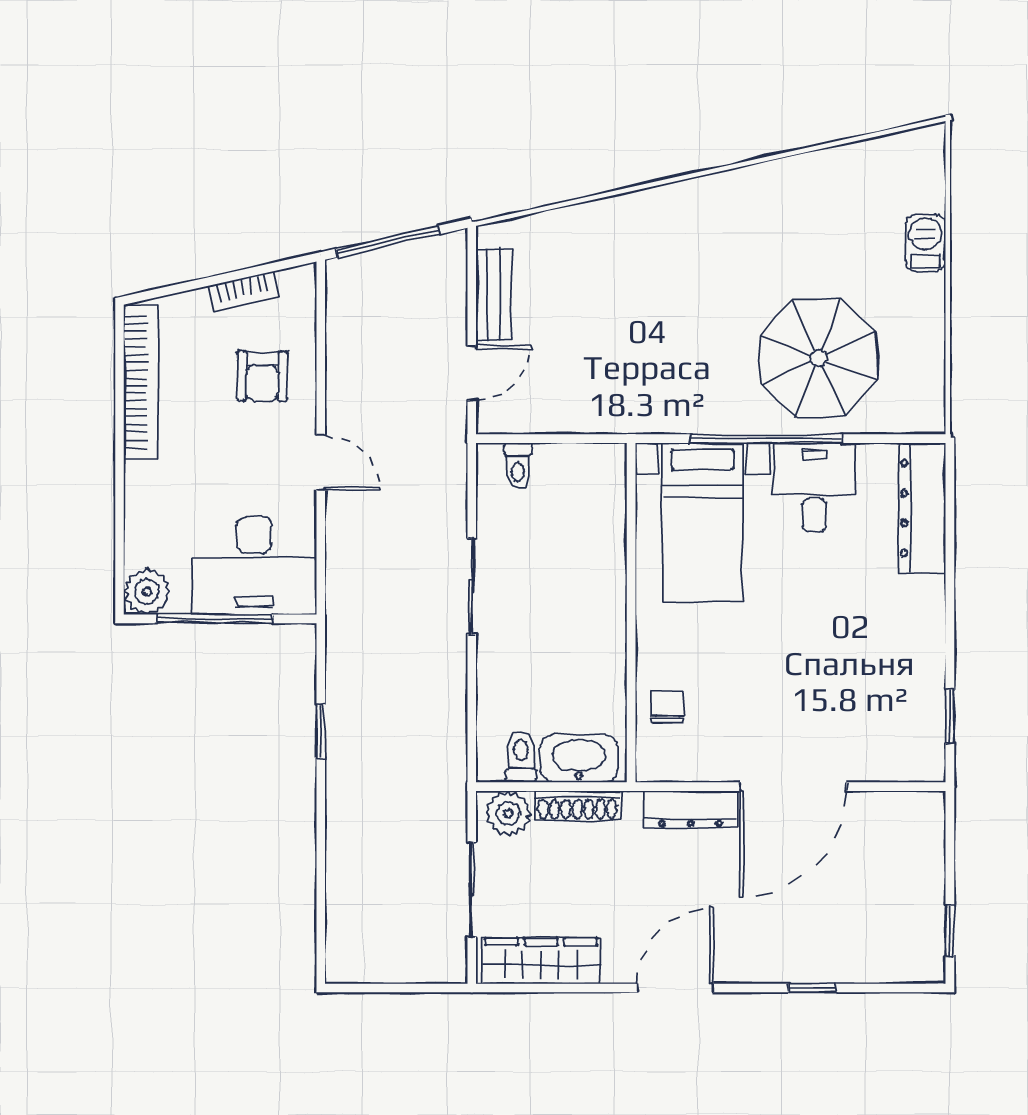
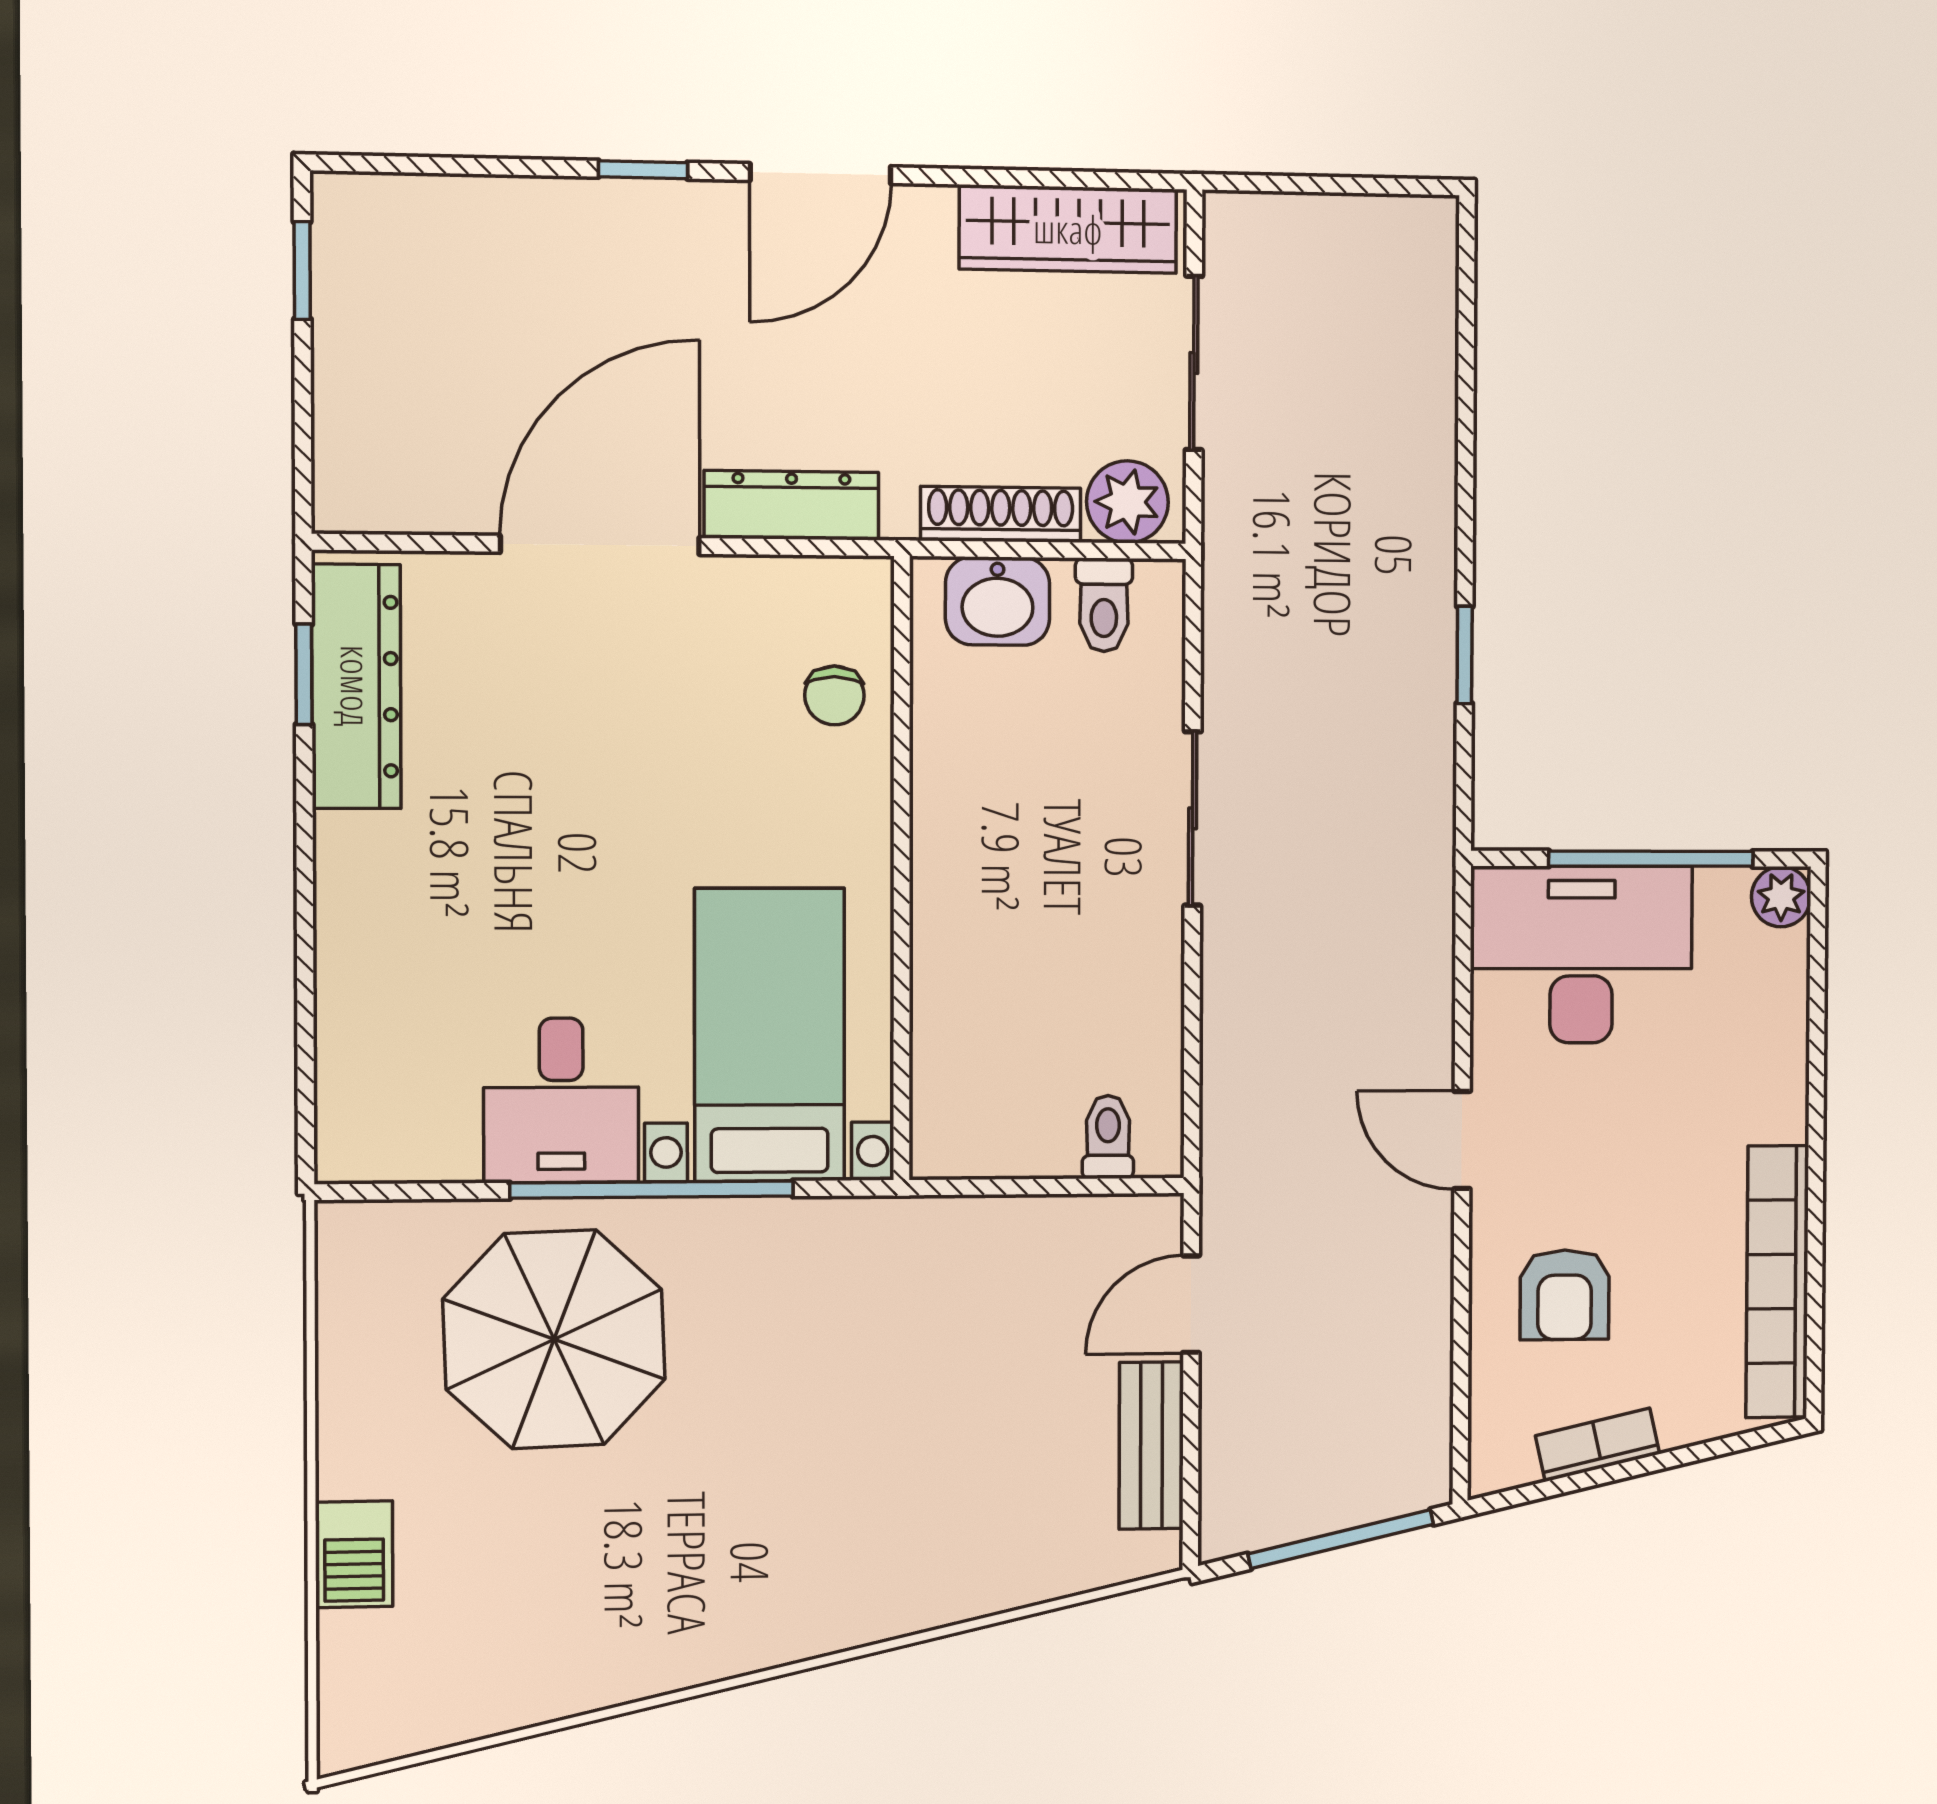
armchair: (262, 376) -> (1565, 1295), turned 180
dresser: (922, 508) -> (356, 686), moved
sliding door: (472, 586) -> (1193, 818), moved
plant: (147, 592) -> (1781, 897), width x0.73, depth x0.73
washbasin: (579, 759) -> (997, 601), width x0.72
window: (813, 988) -> (643, 170), moved

